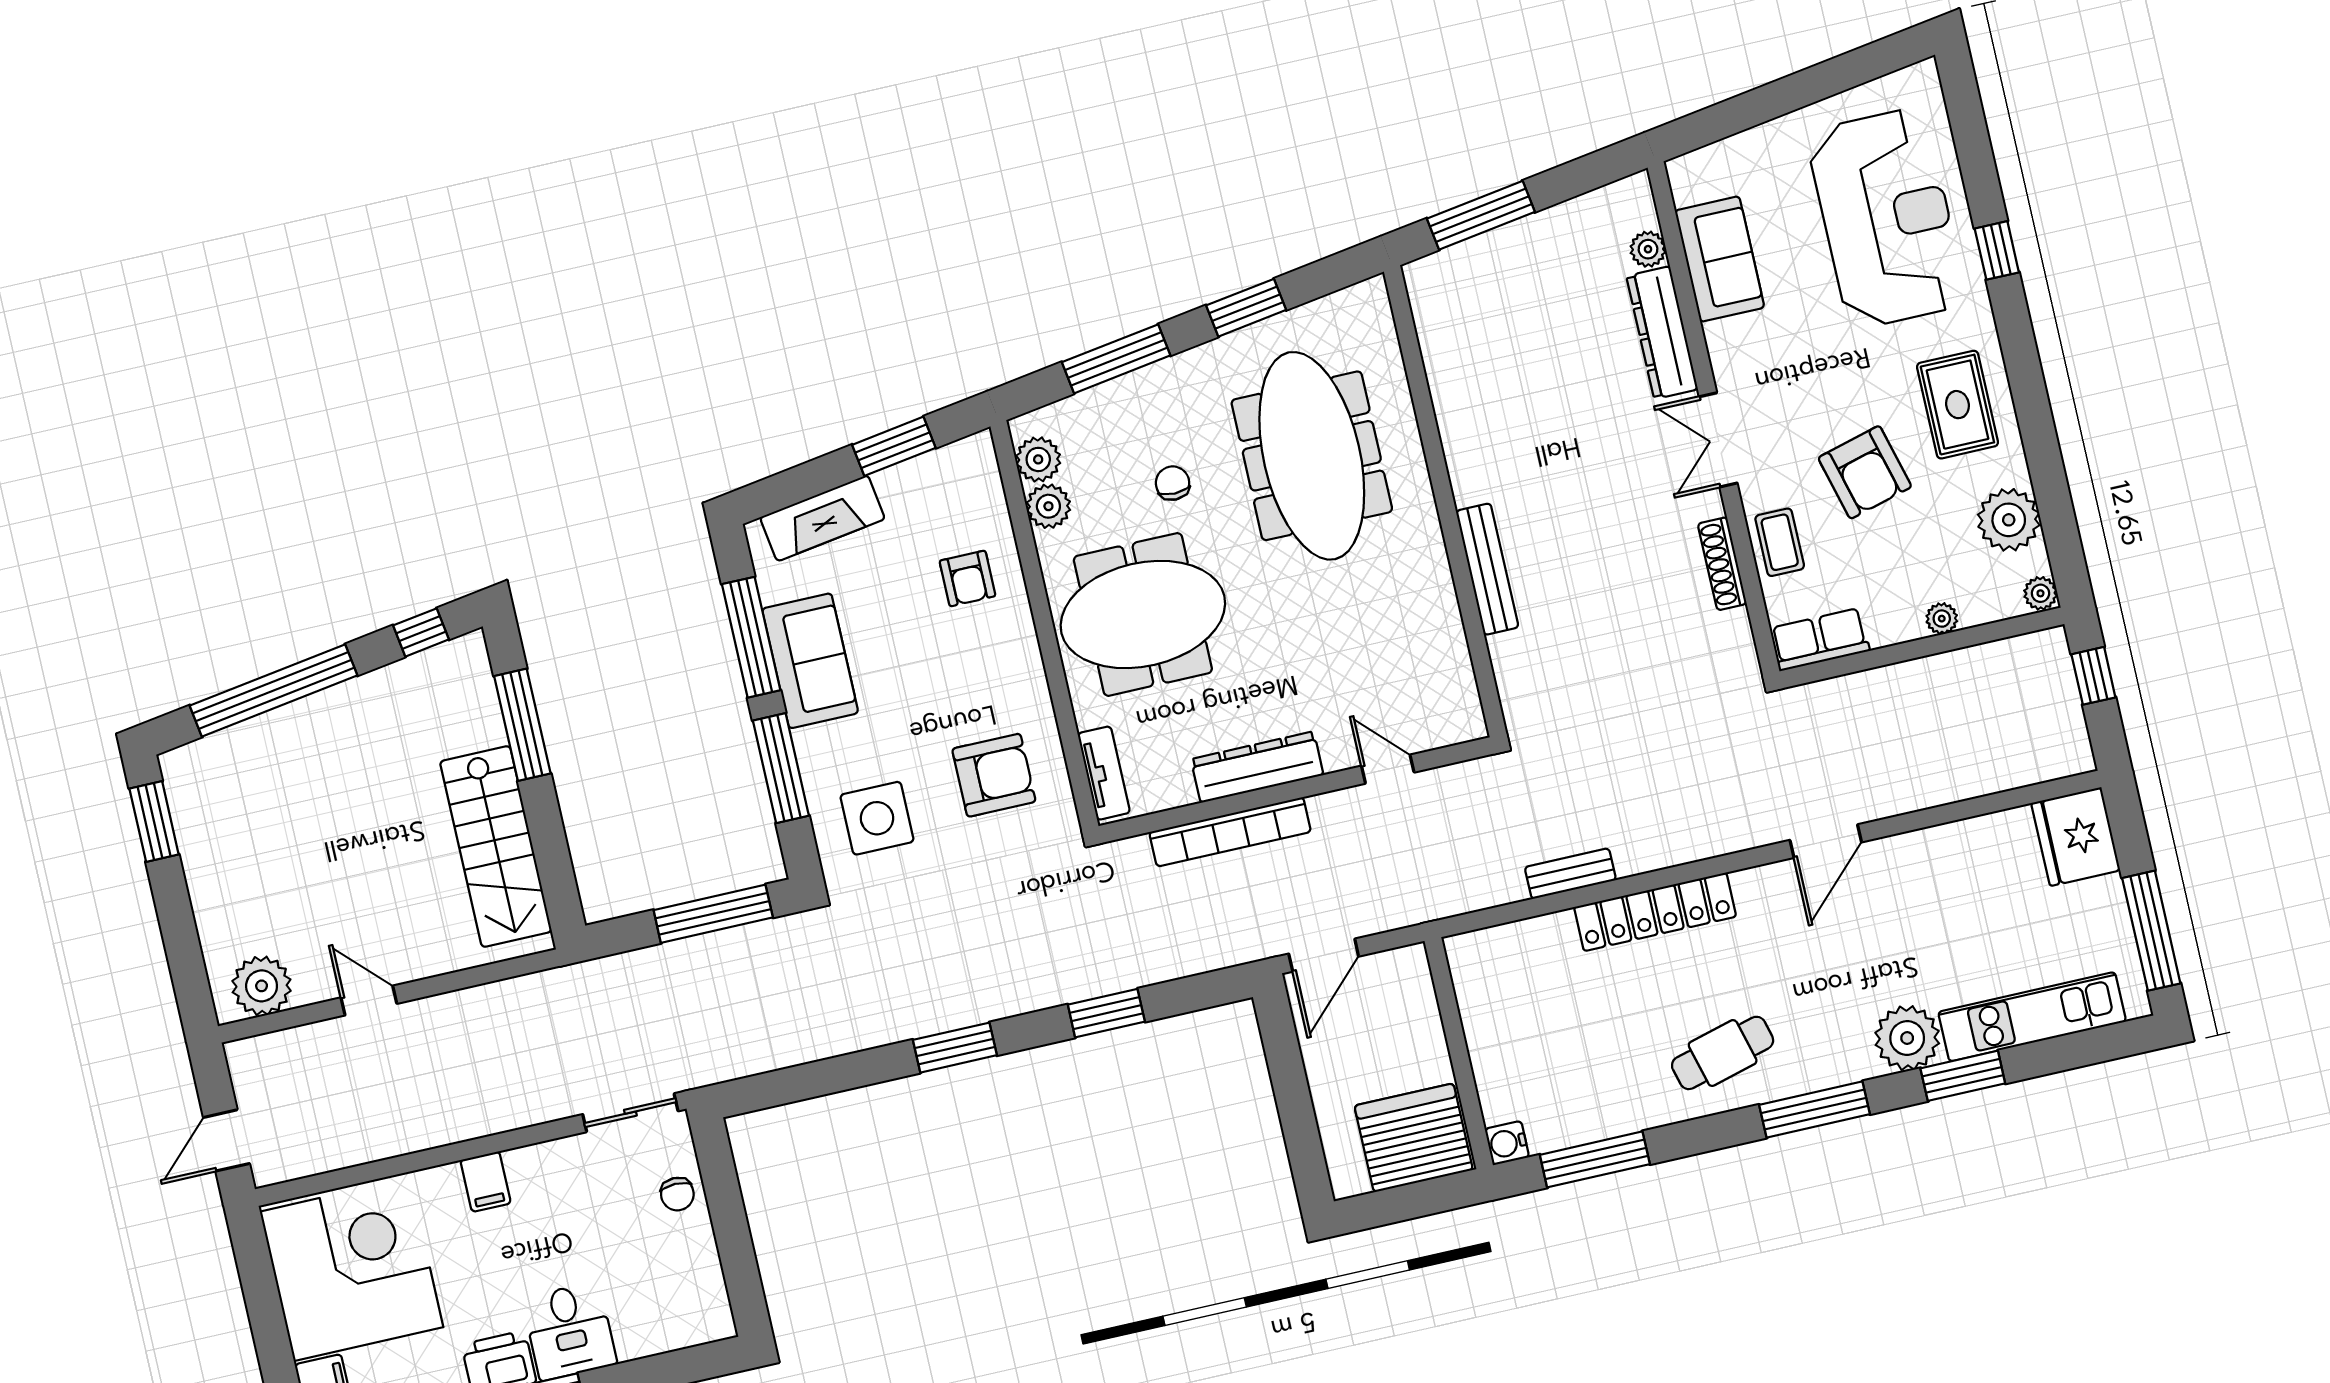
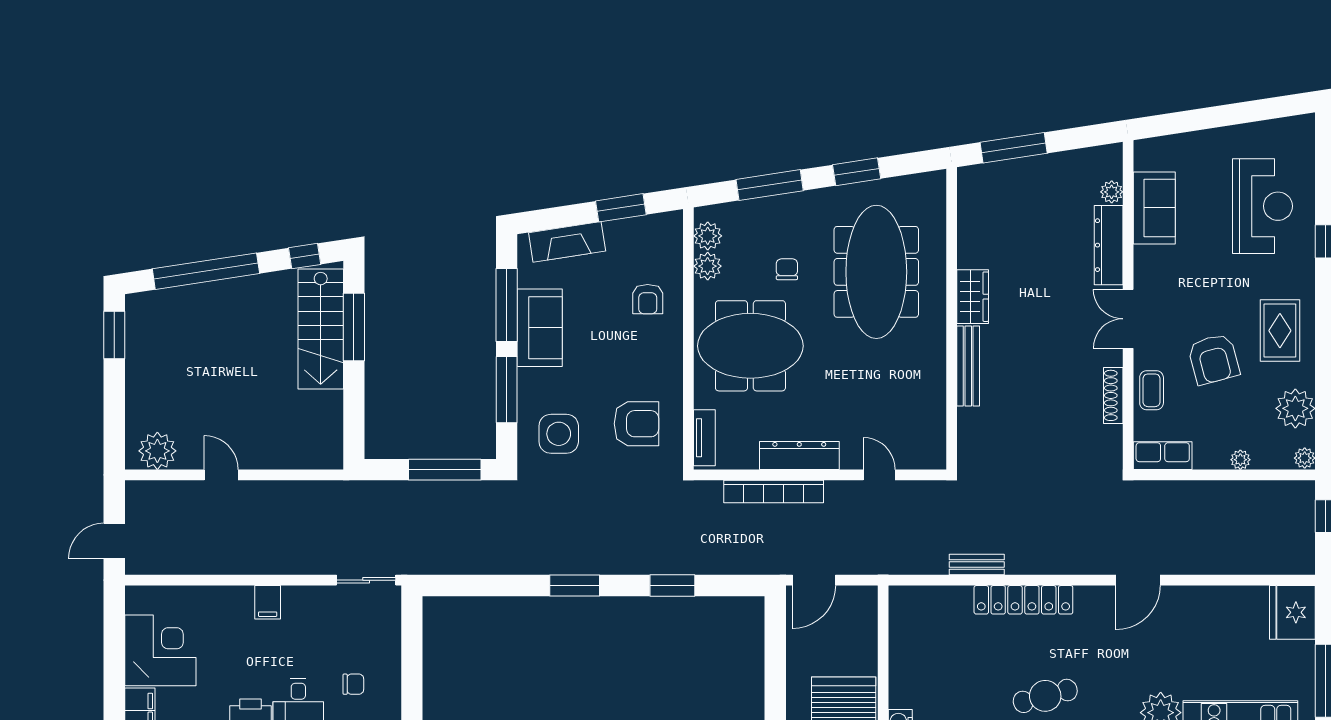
reception desk: (1887, 218) -> (1262, 206), width x0.74, depth x0.77
wardrobe: (1470, 460) -> (973, 297), added
stairs: (496, 846) -> (321, 329), moved
chair: (677, 1194) -> (353, 684), moved, turned -90
corner desk: (352, 1269) -> (160, 650), width x0.74, depth x0.74

